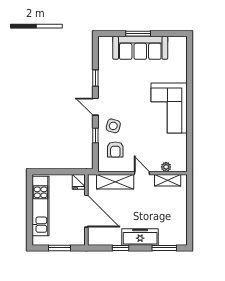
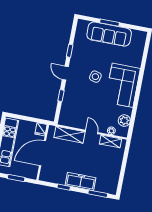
side table: (113, 126) -> (95, 77), moved
armchair: (115, 150) -> (74, 110), removed
plant: (180, 151) -> (124, 121), added
door: (86, 211) -> (43, 153), swing flipped

